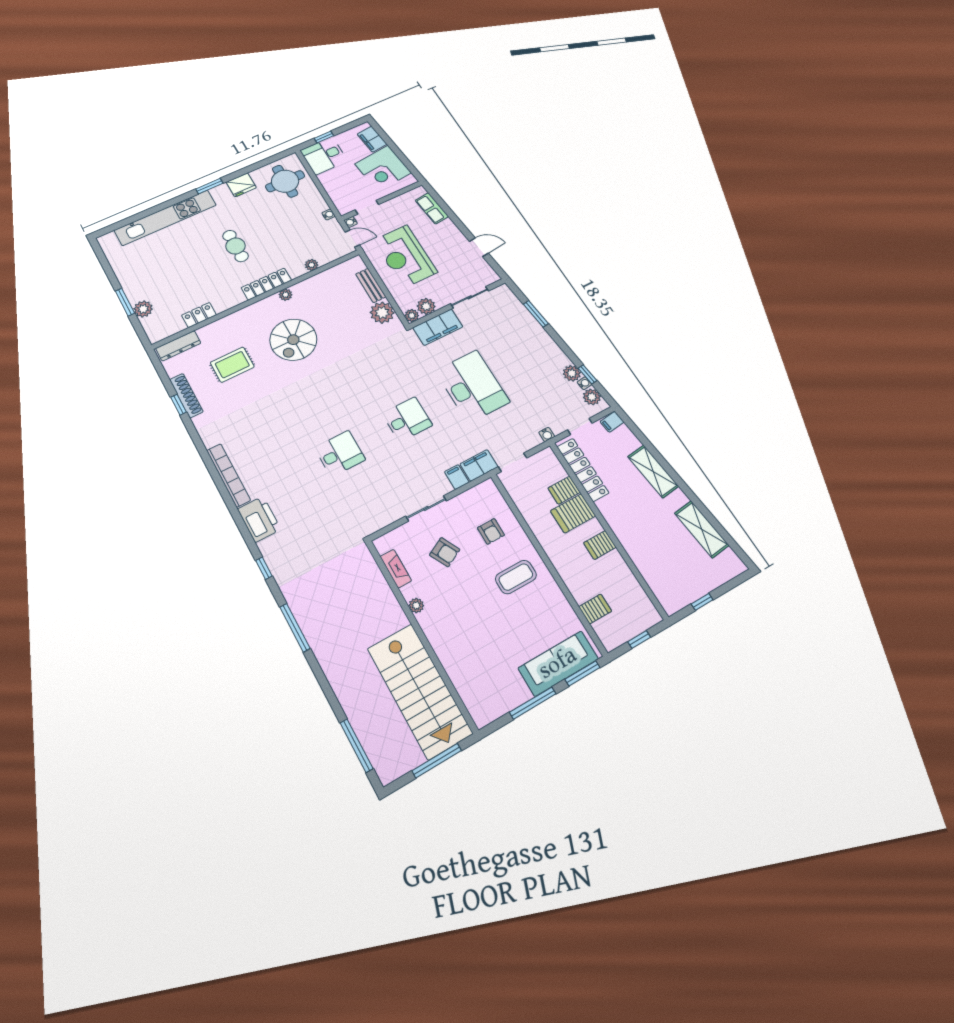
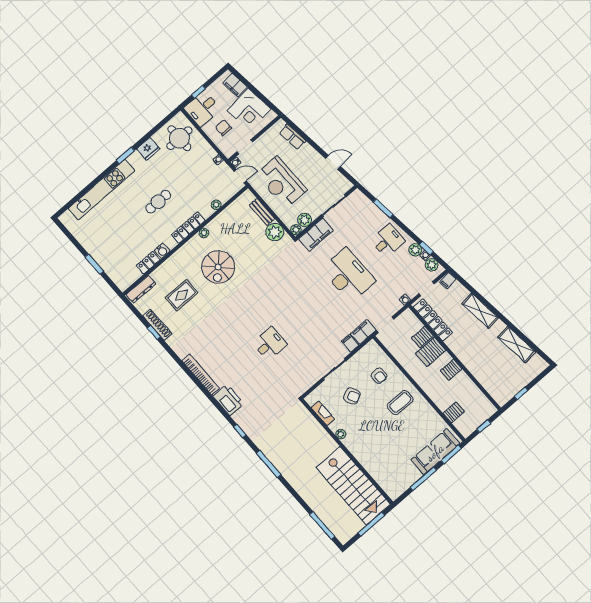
chair: (345, 181) -> (223, 128), added
cafe table: (236, 246) -> (158, 202), turned 90
water cooler: (222, 305) -> (162, 251), added
plant: (143, 309) -> (109, 267), removed
desk: (407, 419) -> (388, 241), moved

